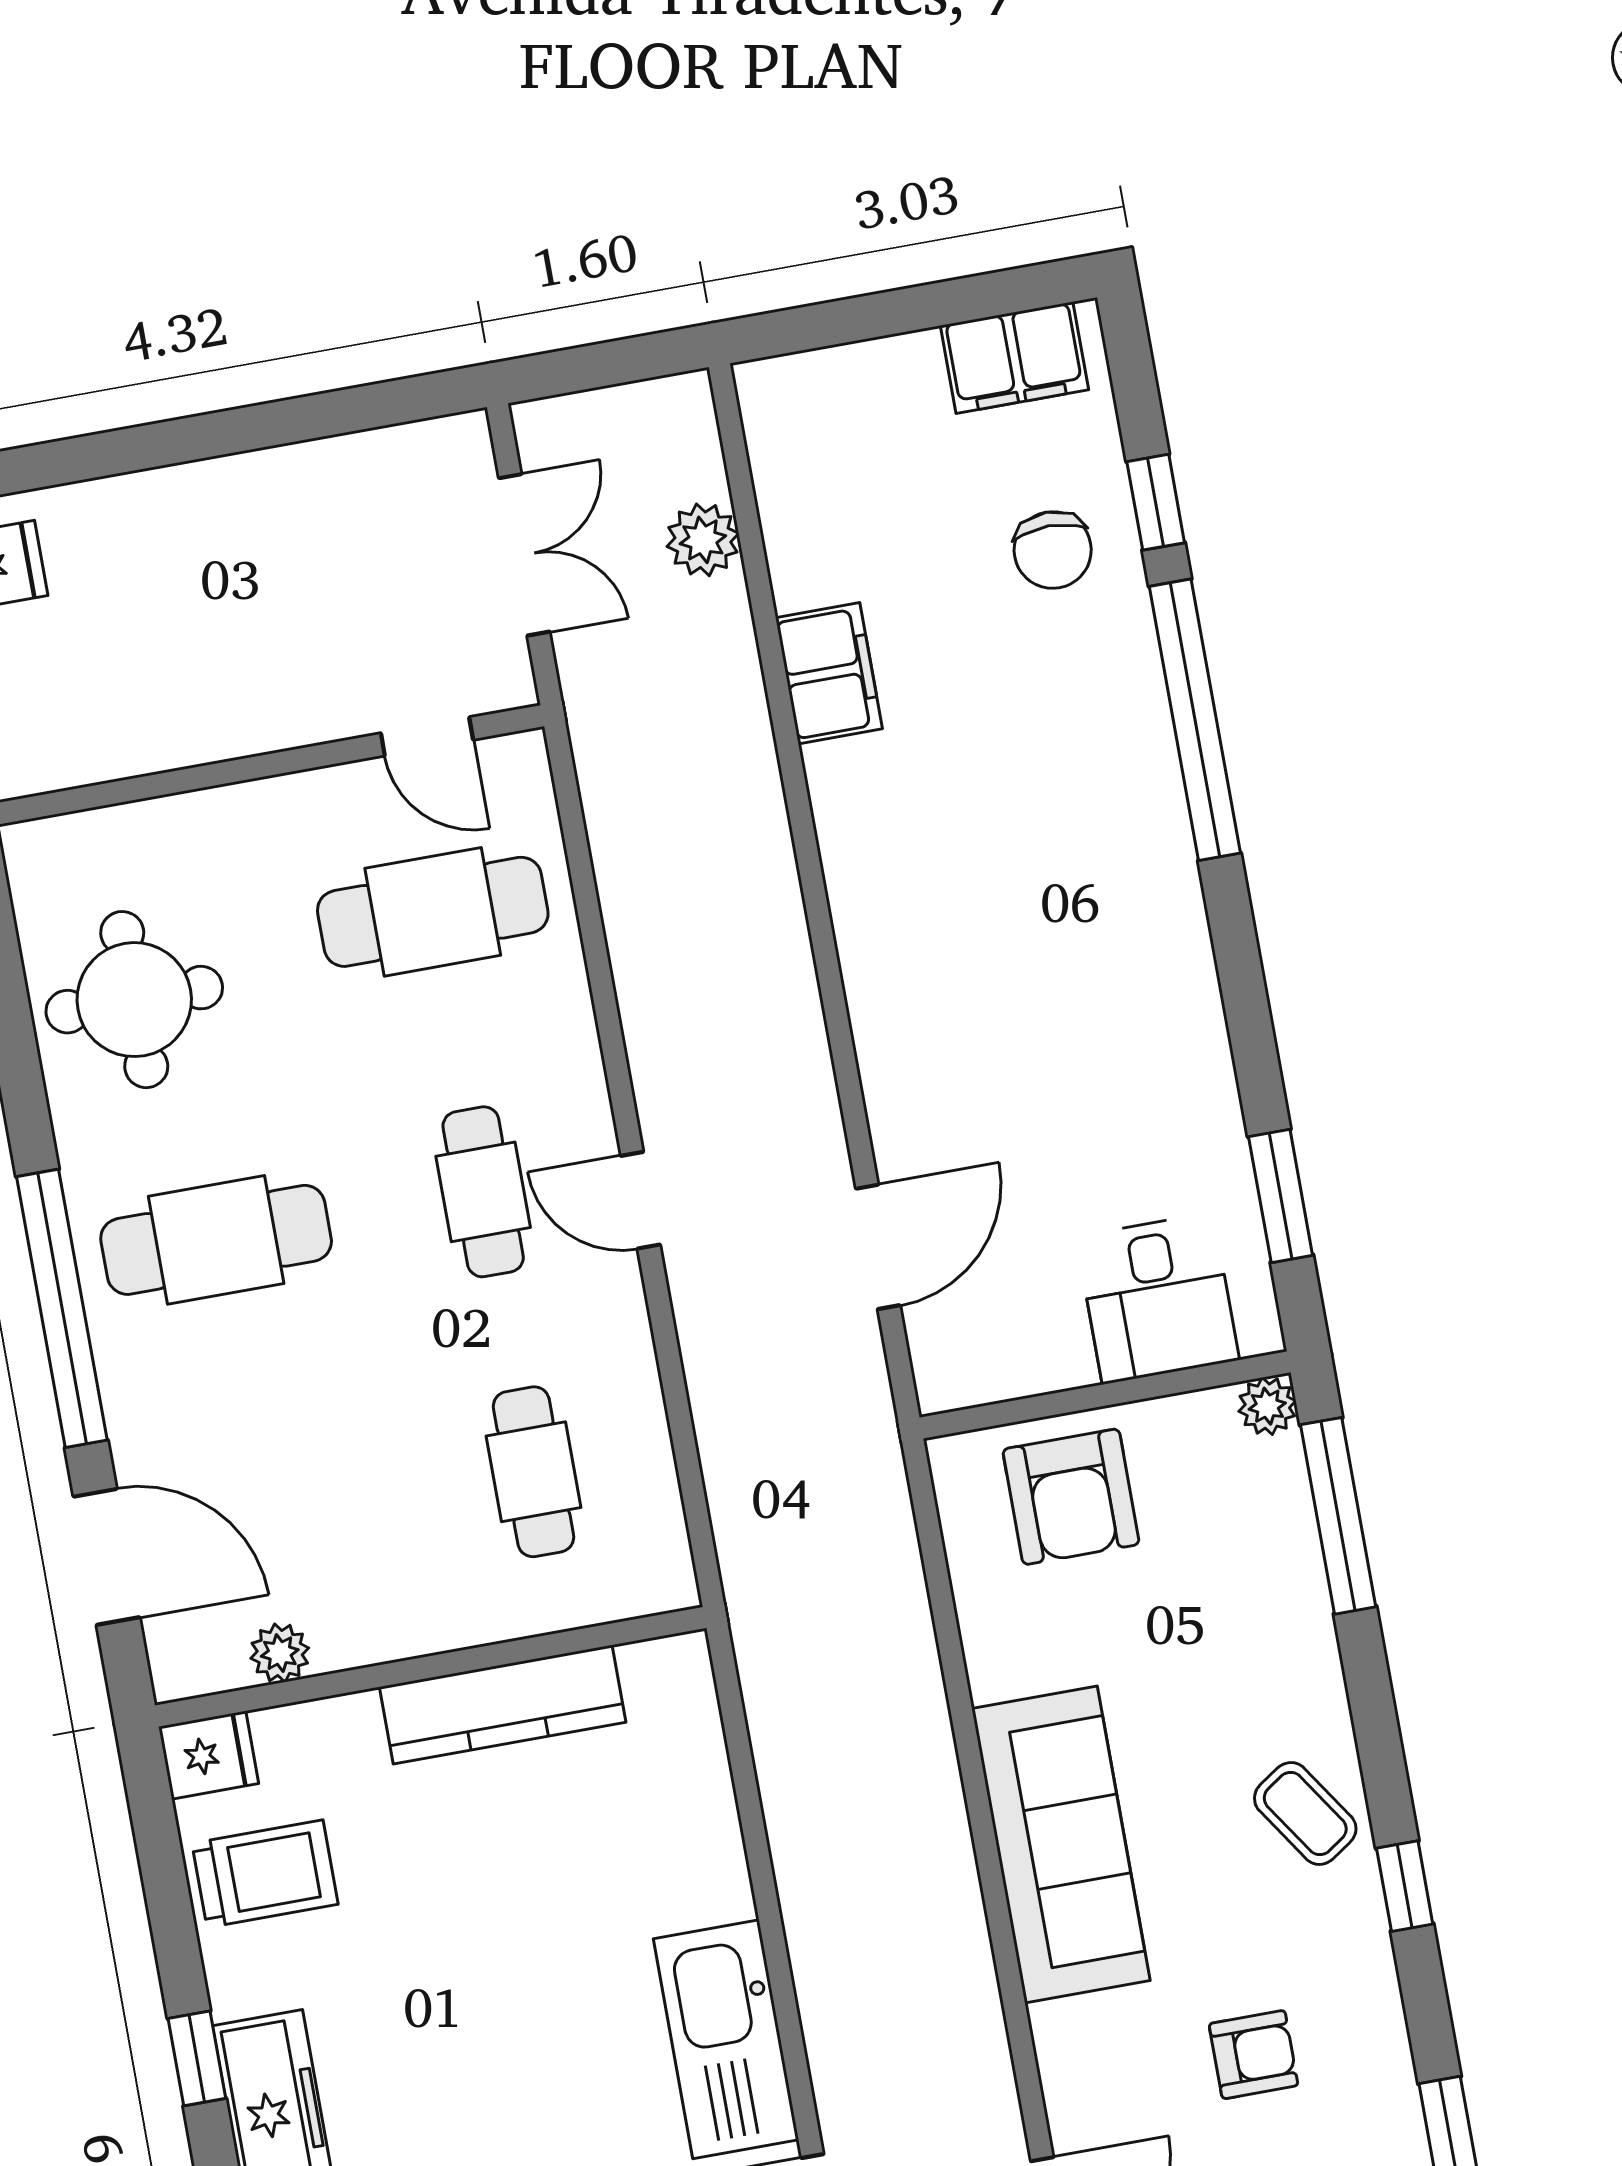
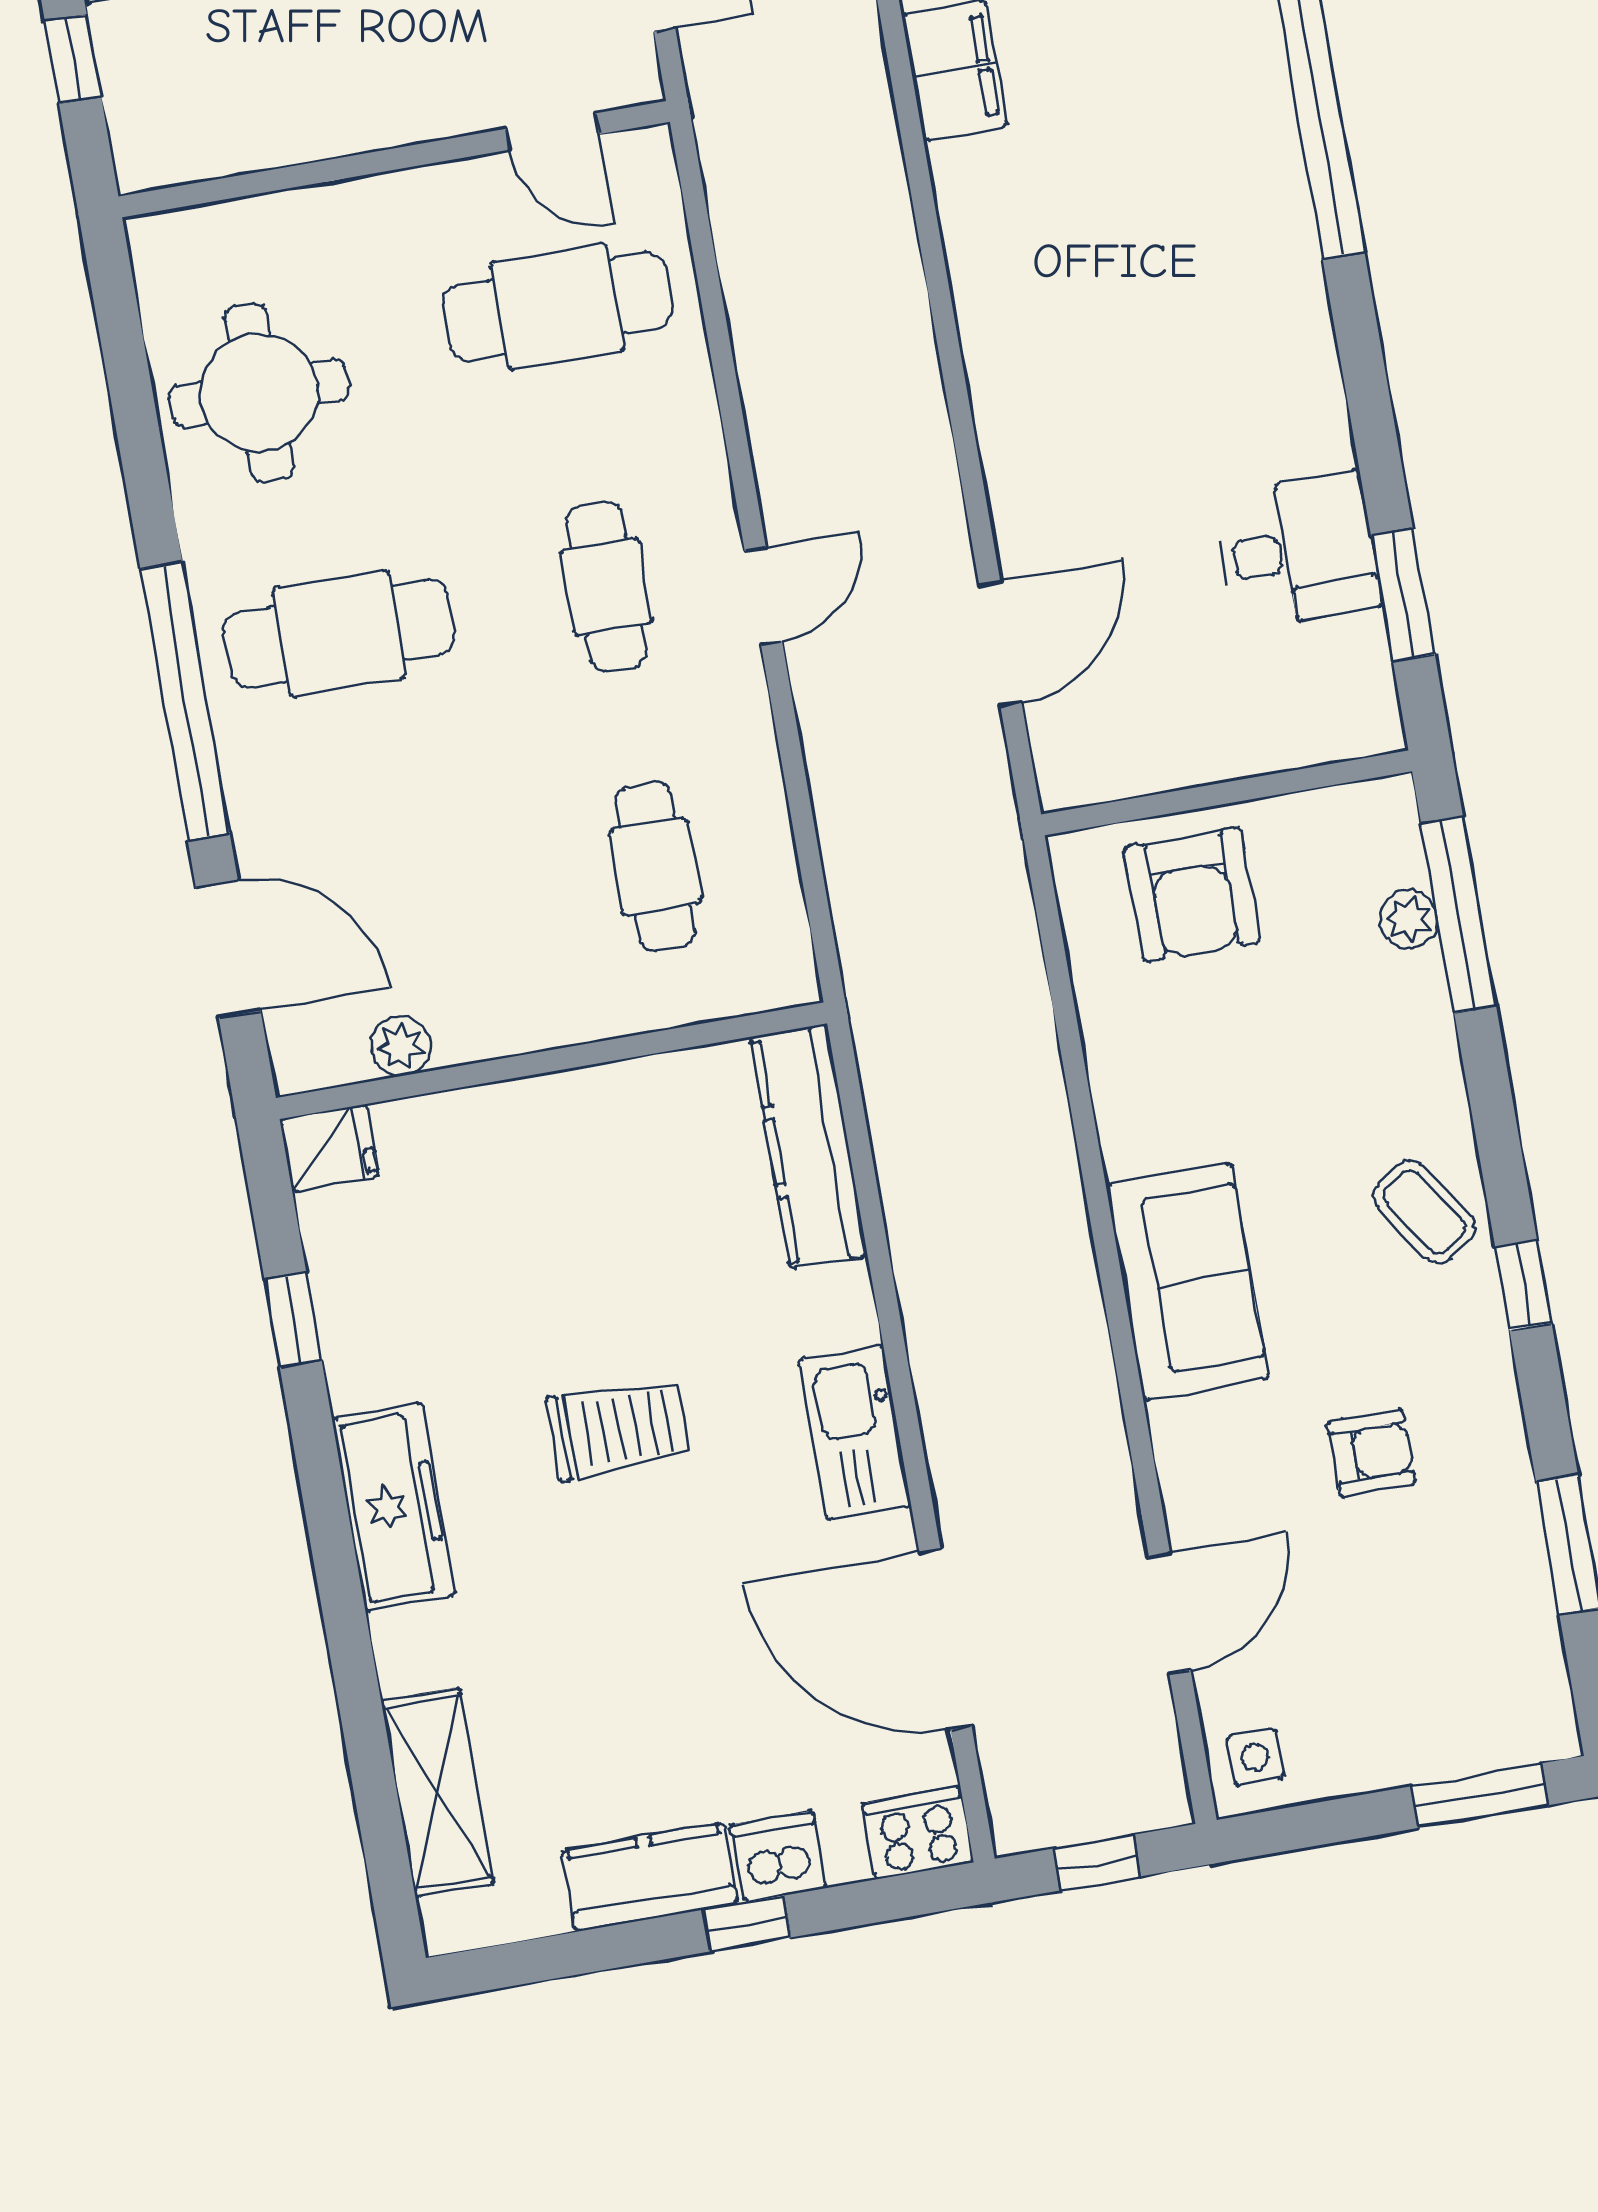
door: (640, 1200) -> (763, 596), swing flipped
desk: (1158, 1298) -> (1297, 551), moved, turned -90
plant: (1267, 1406) -> (1408, 919), moved
kitchen counter: (503, 1704) -> (809, 1146), moved, turned 90
sofa: (1061, 1845) -> (1187, 1281), width x0.73
trolley: (265, 1874) -> (618, 1429), moved
kitchen sink: (726, 2039) -> (855, 1433), width x0.73, depth x0.81
window: (197, 2058) -> (293, 1320), moved

